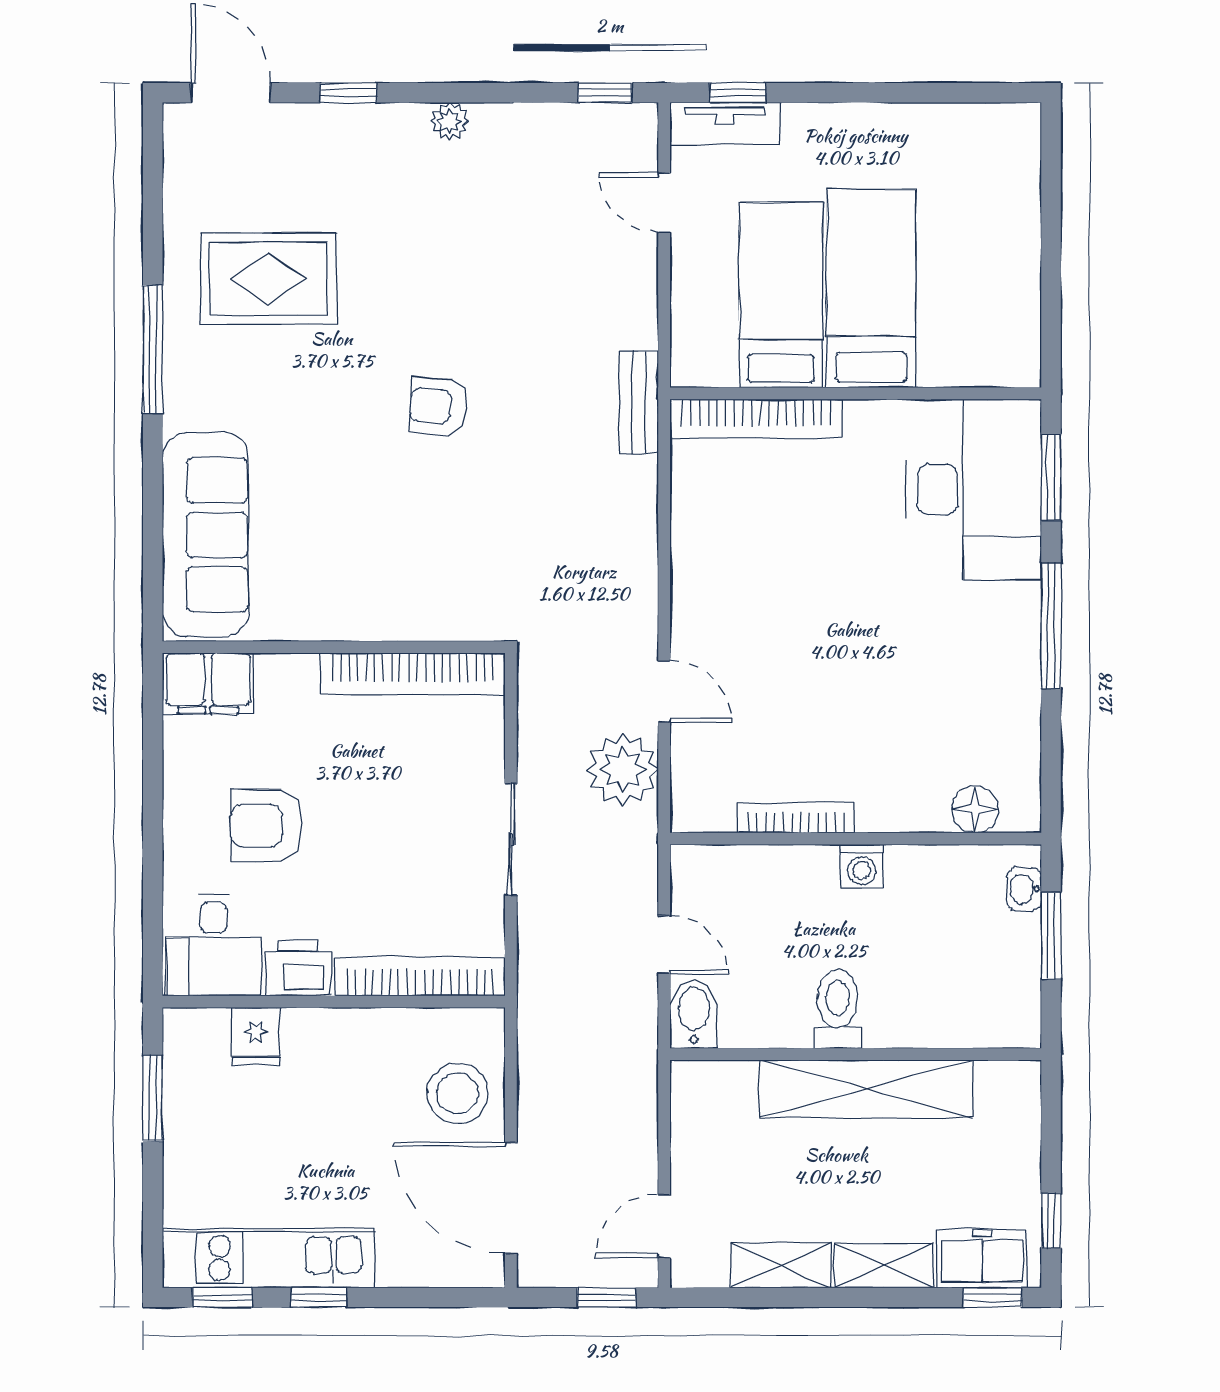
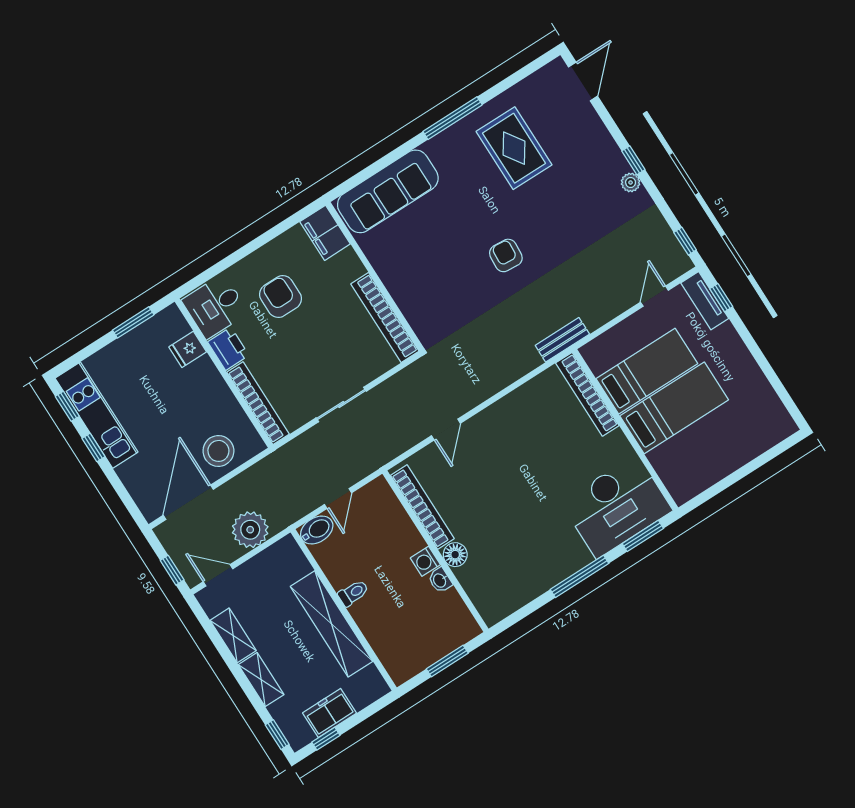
window: (348, 93) -> (633, 160), moved
plant: (623, 770) -> (250, 530), moved
floor lamp: (975, 809) -> (455, 555), moved
bookcase: (796, 818) -> (422, 507), width x1.48, depth x1.31
washbasin: (1024, 889) -> (440, 580), moved, turned -90
toilet: (838, 1009) -> (353, 593), width x0.73, depth x0.72
freezer: (982, 1259) -> (329, 713), moved, turned -90

